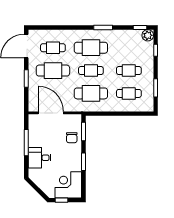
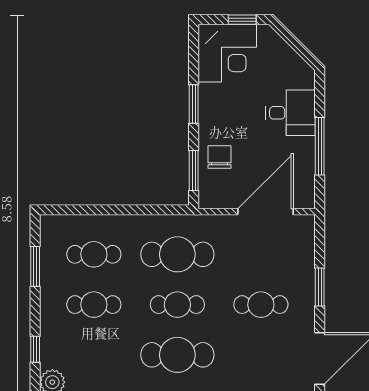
cafe table: (53, 48) -> (261, 355), removed
cafe table: (53, 71) -> (261, 305), width x0.73, depth x0.74
door: (51, 113) -> (265, 212), swing flipped

